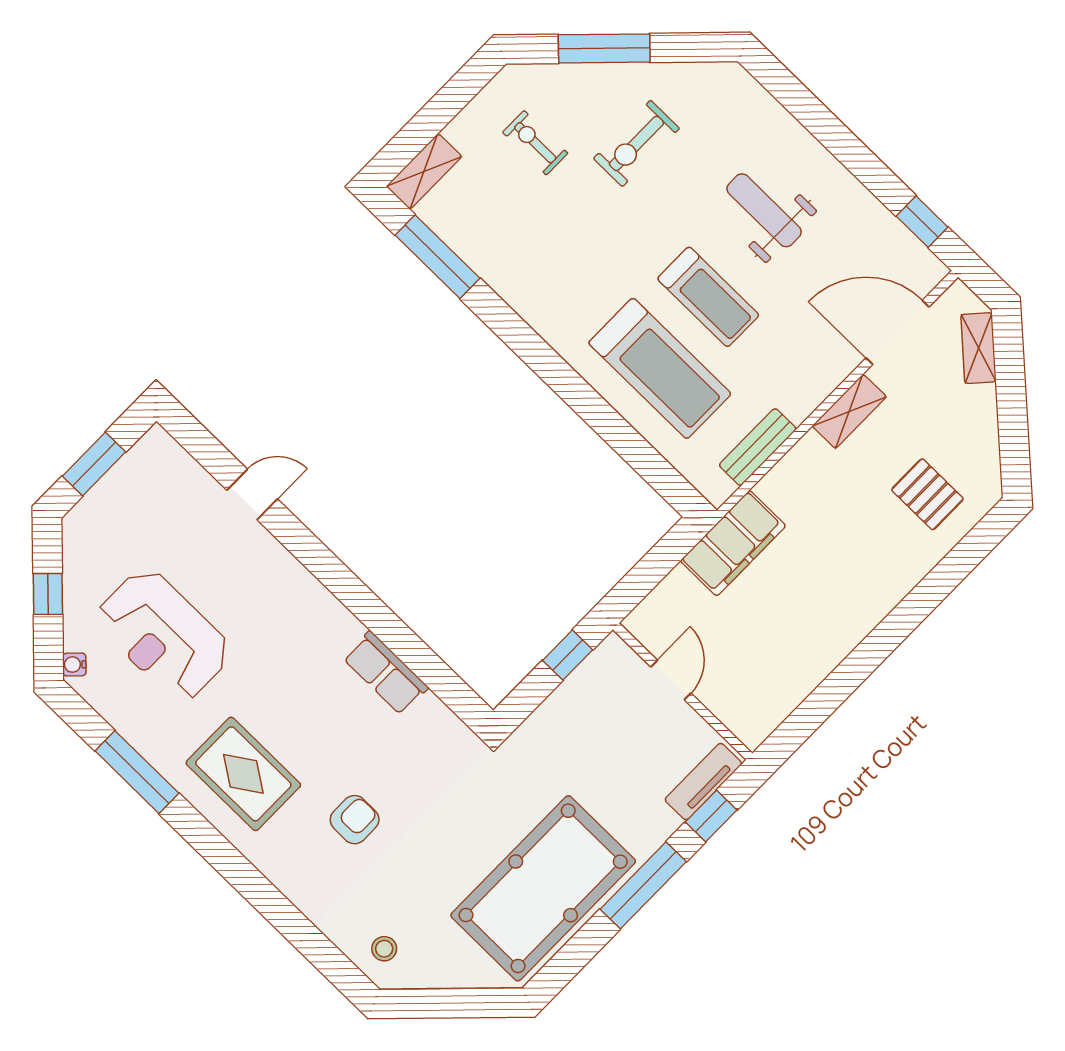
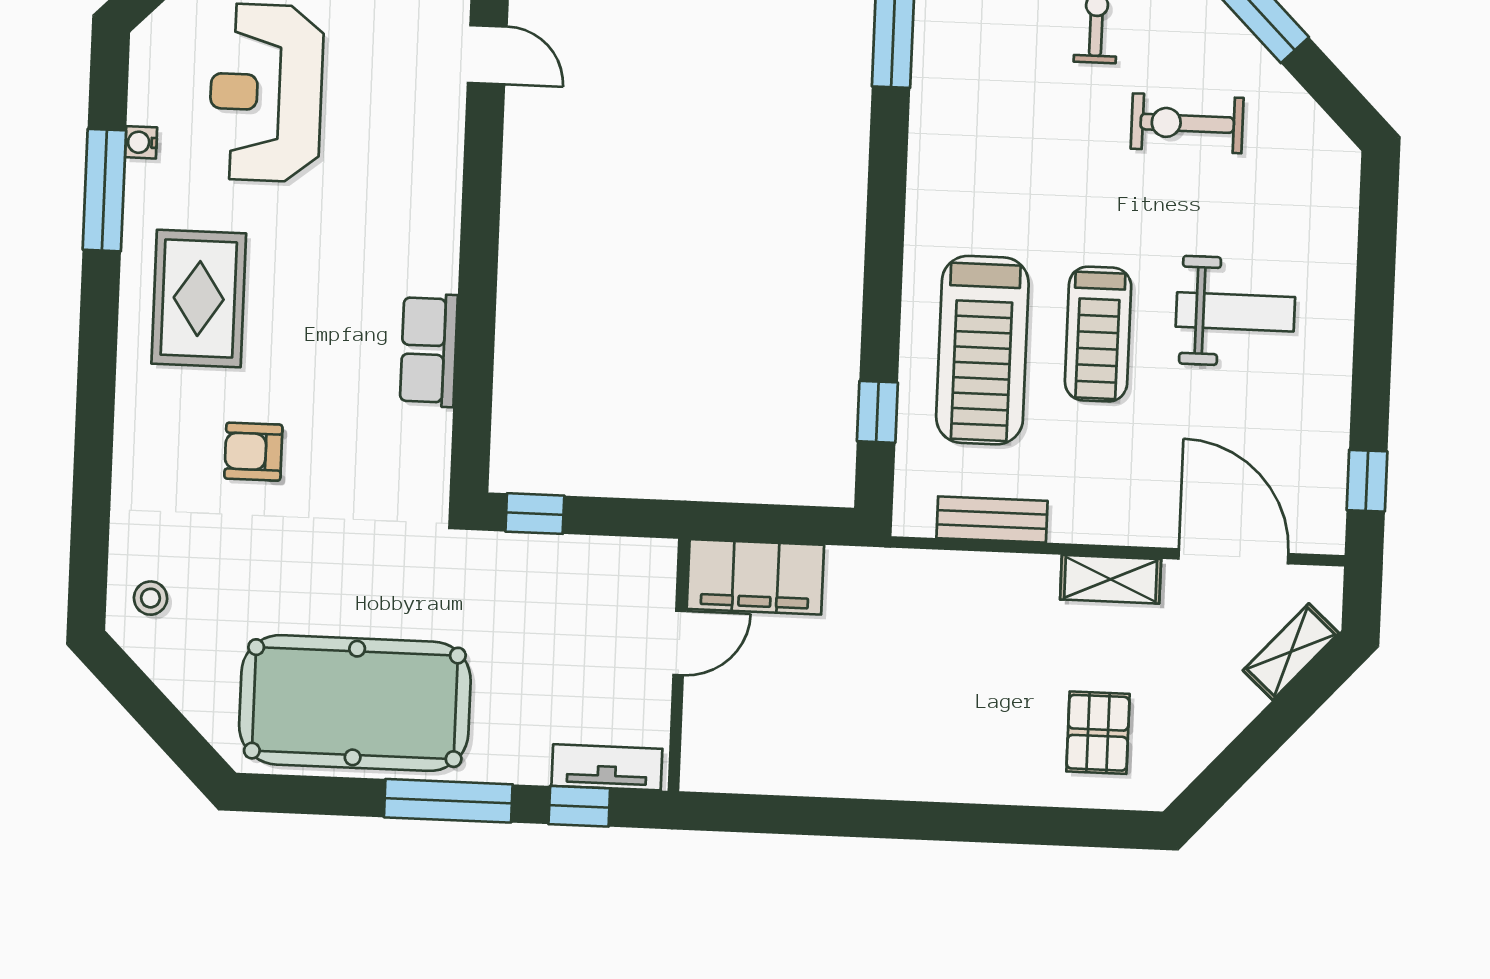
weight bench: (764, 210) -> (1235, 312), turned 90
window: (642, 457) -> (877, 412), added
filing cabinet: (733, 543) -> (755, 577), moved
window: (568, 655) -> (535, 514), moved
water cooler: (74, 664) -> (141, 142), moved, turned -45
armchair: (355, 820) -> (253, 452), turned 180

